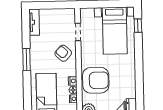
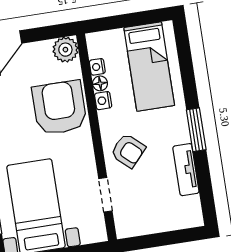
tv unit: (34, 22) -> (186, 170), moved
armchair: (96, 80) -> (59, 108), turned 90

